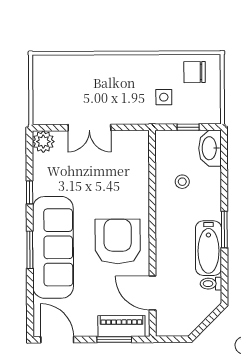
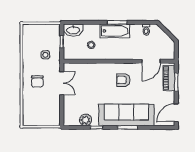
chair: (195, 72) -> (37, 81), moved
double door: (89, 128) -> (62, 83), moved
plant: (43, 142) -> (86, 120), moved
armchair: (118, 241) -> (123, 80), width x0.53, depth x0.53
bathtub: (209, 248) -> (115, 31), moved

